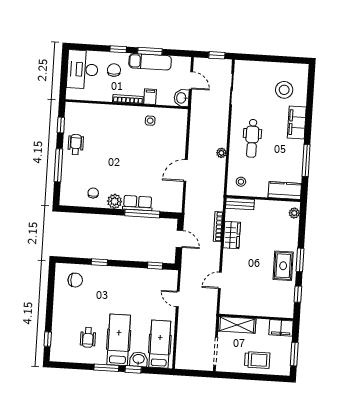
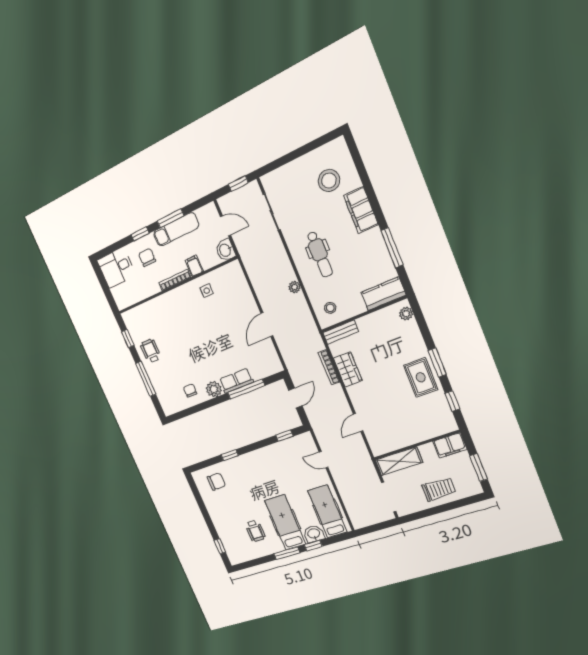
desk: (82, 69) -> (116, 268), width x0.73
door: (179, 239) -> (295, 398), hinge flipped

